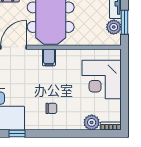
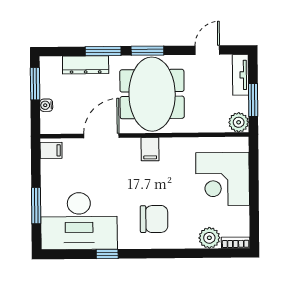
plant: (114, 27) -> (239, 122), moved
chair: (51, 108) -> (154, 219), width x1.87, depth x1.87

